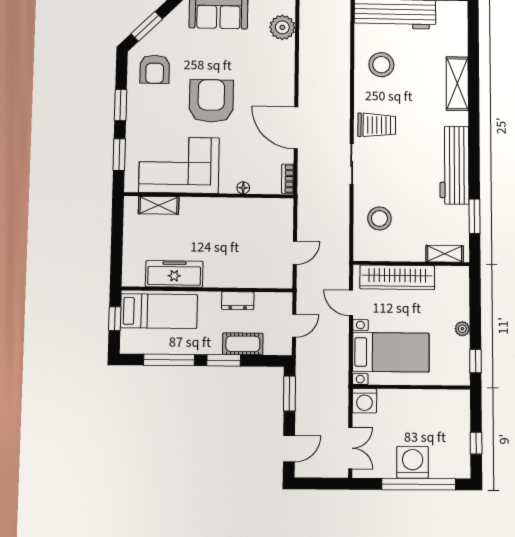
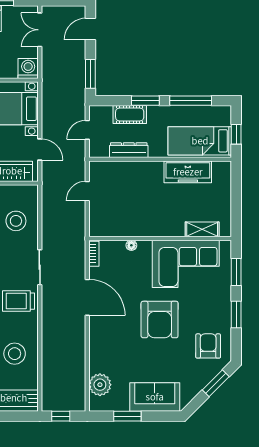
dresser: (238, 301) -> (129, 150), width x1.44

